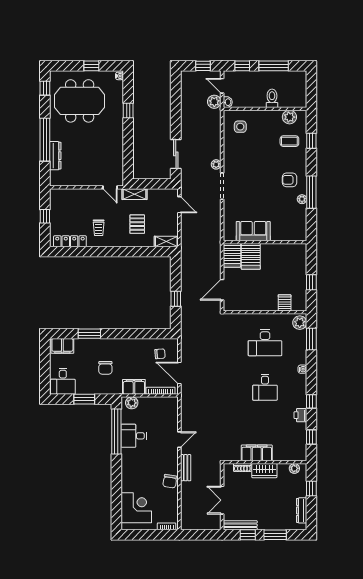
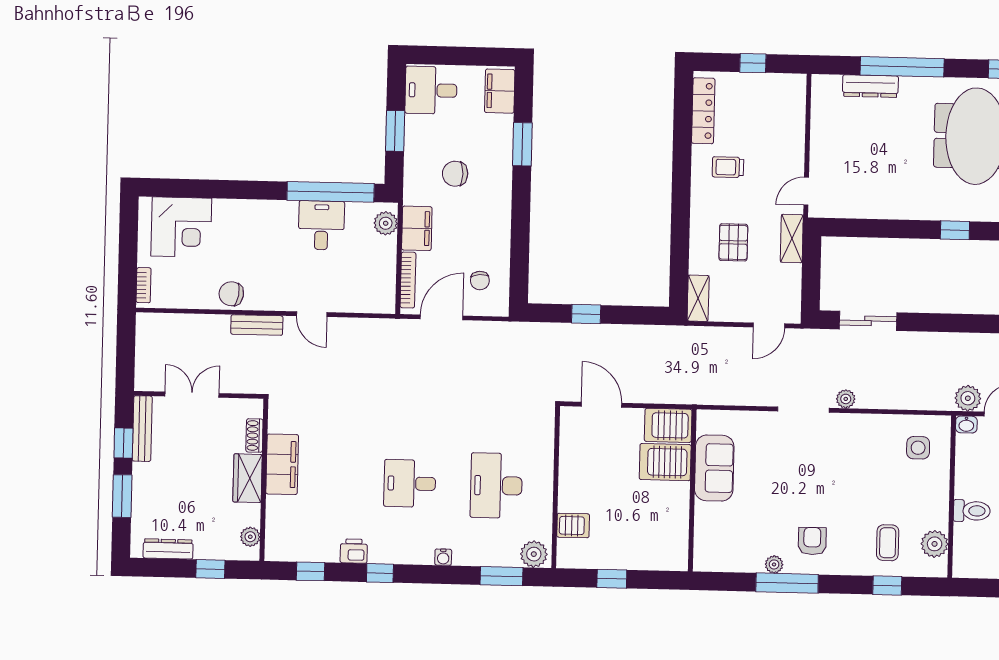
pallet: (137, 224) -> (733, 242), turned 90

